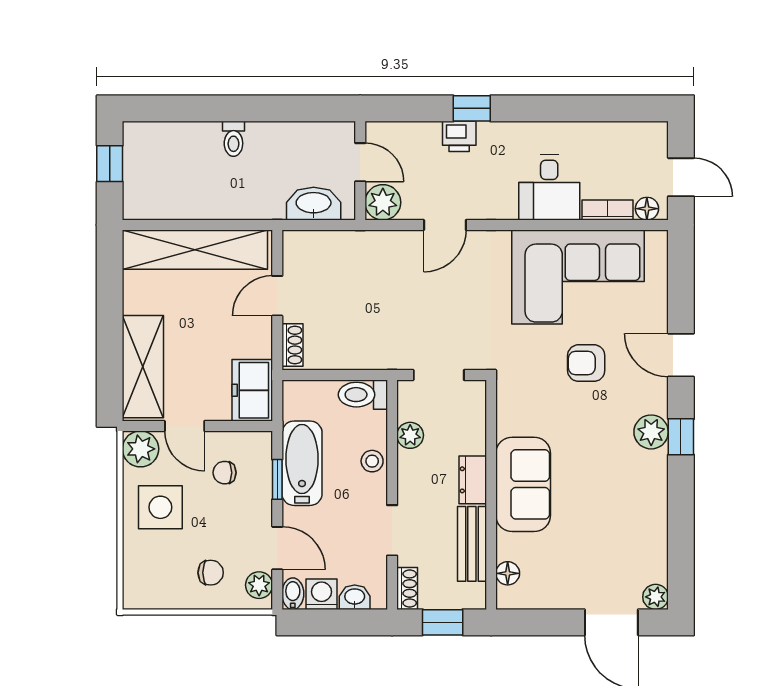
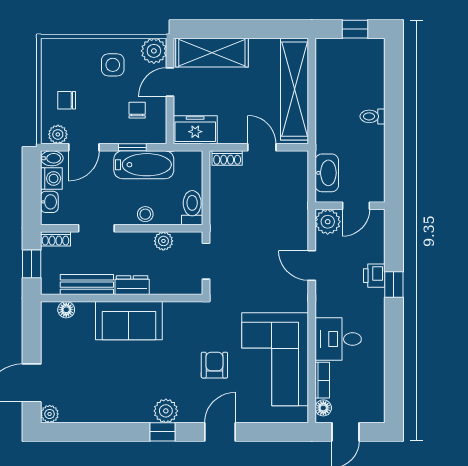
side table: (160, 507) -> (113, 65), width x0.73, depth x0.73
chair: (211, 573) -> (67, 100), turned 90

